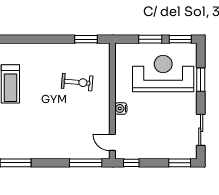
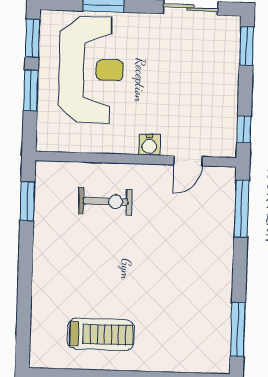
reception desk: (163, 74) -> (91, 70), turned 180
exercise bike: (77, 82) -> (105, 201), moved, turned 85
door: (112, 142) -> (188, 161), moved

